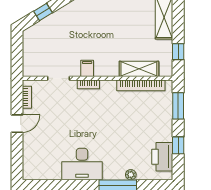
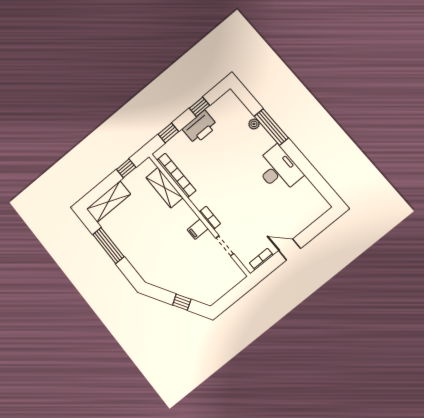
window: (178, 106) -> (168, 133), width x0.67
printer: (162, 157) -> (200, 127), moved

